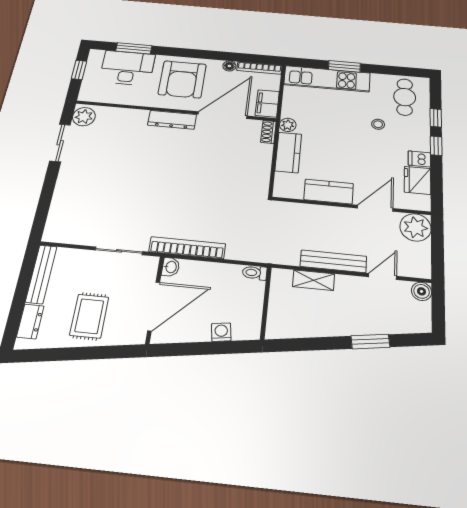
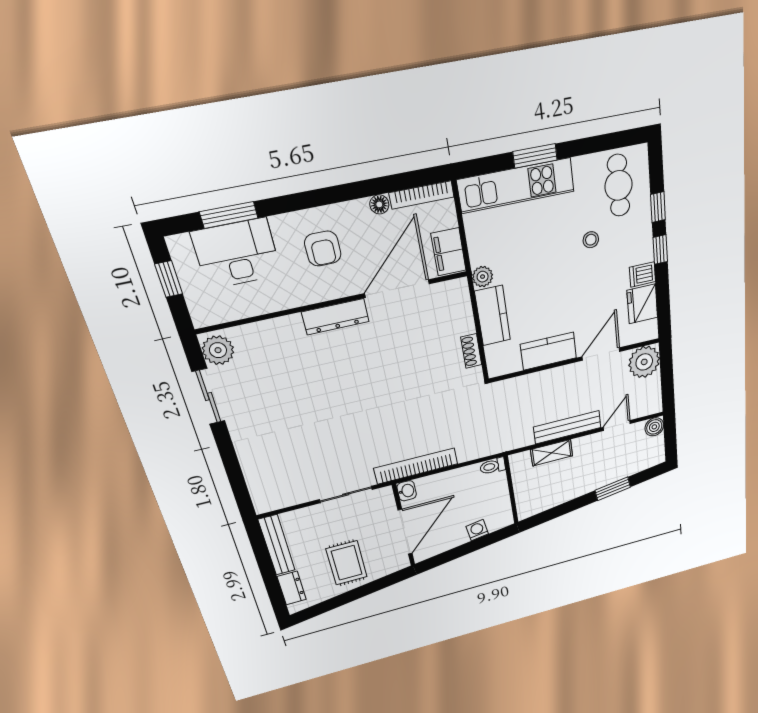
armchair: (182, 79) -> (323, 249), width x0.53, depth x0.53
shoe rack: (268, 132) -> (471, 351), moved

